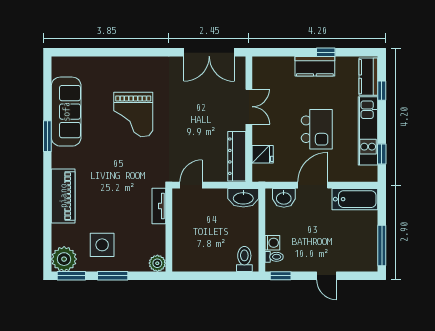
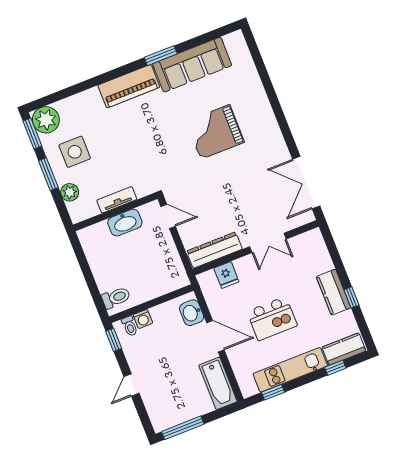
piano: (63, 196) -> (129, 86), moved
washbasin: (243, 198) -> (125, 223), moved, turned -90
tv unit: (159, 206) -> (117, 200), moved
plant: (157, 263) -> (70, 192), moved

